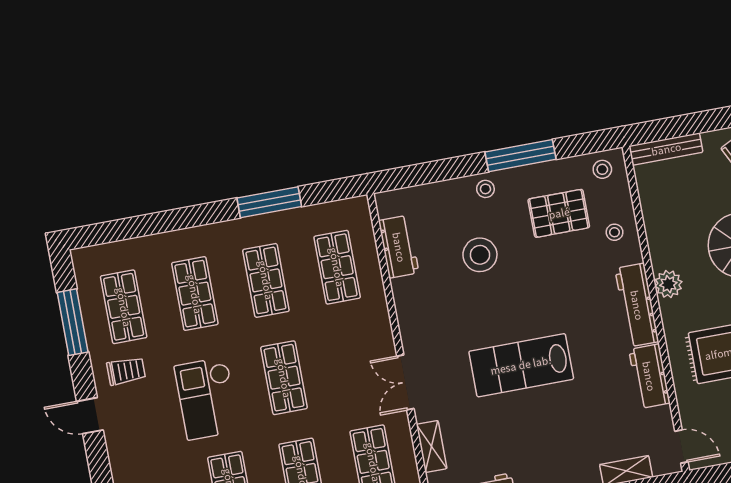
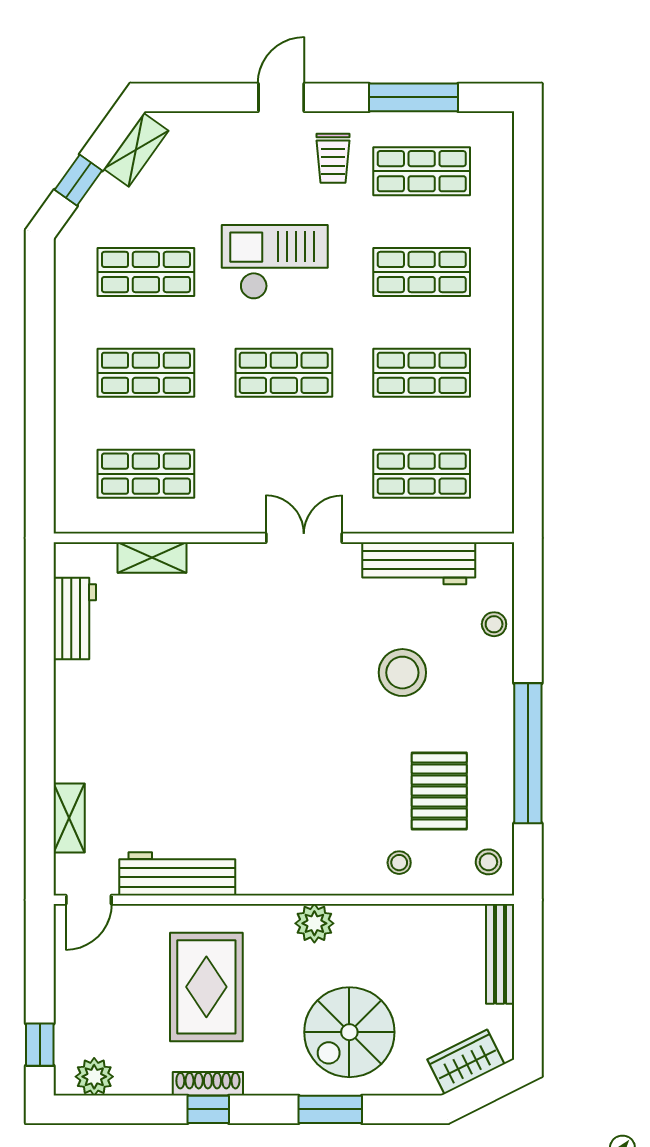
window: (520, 156) -> (528, 753), width x1.46
stool: (485, 189) -> (494, 624), moved
window: (269, 202) -> (528, 397), removed
workbench: (399, 247) -> (419, 563), width x1.38
workbench: (637, 305) -> (294, 875), removed
lab bench: (521, 365) -> (241, 701), removed
workbench: (649, 376) -> (177, 874), width x1.38
double door: (405, 382) -> (304, 538), moved

